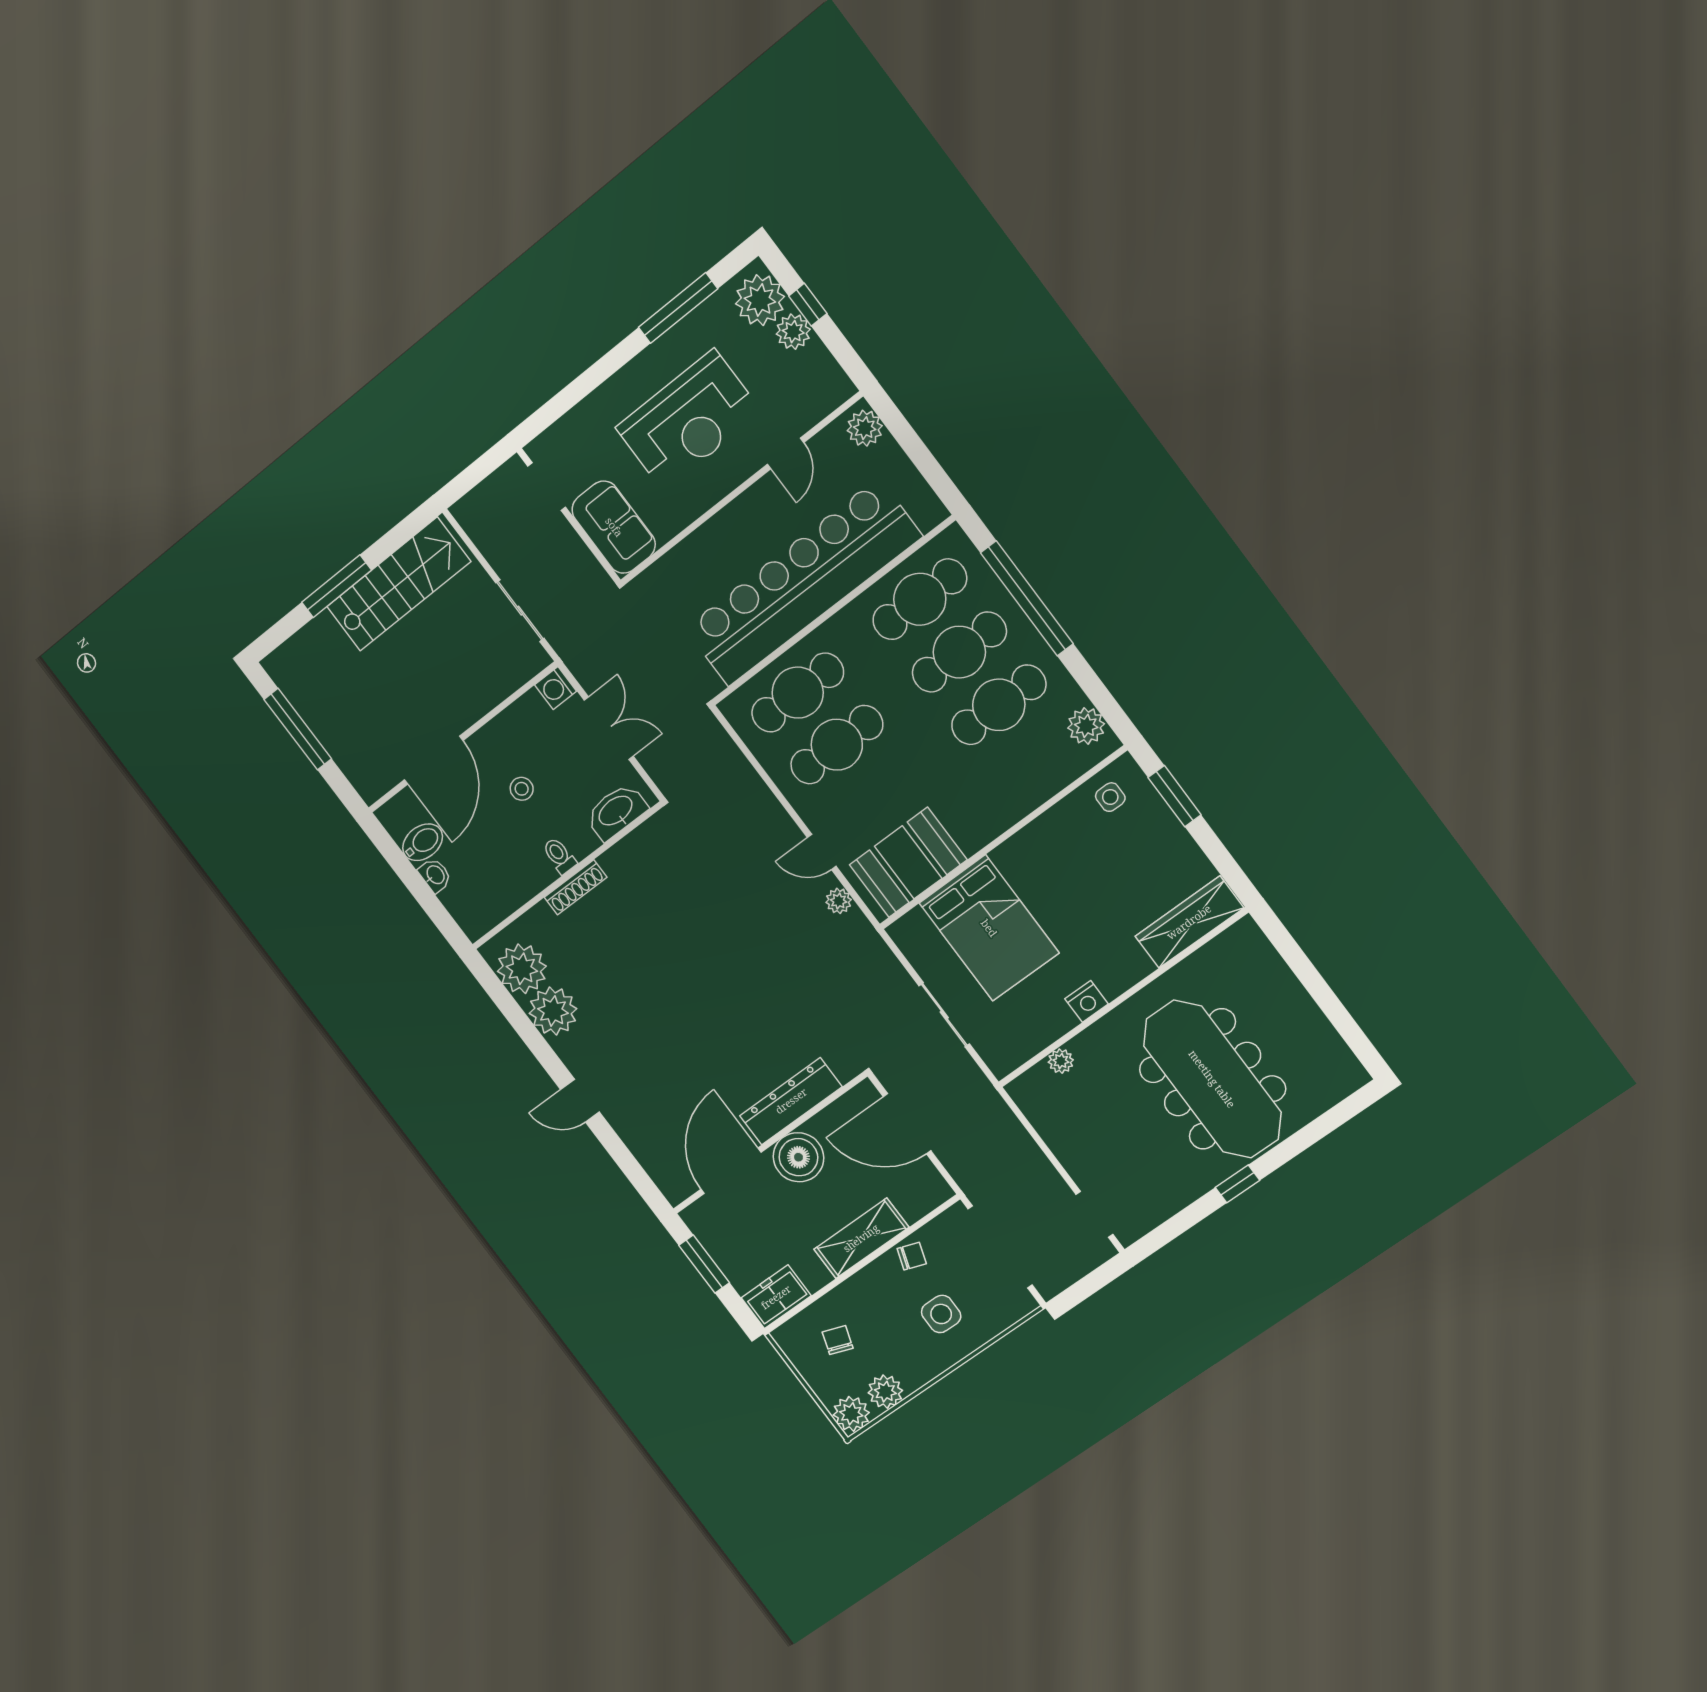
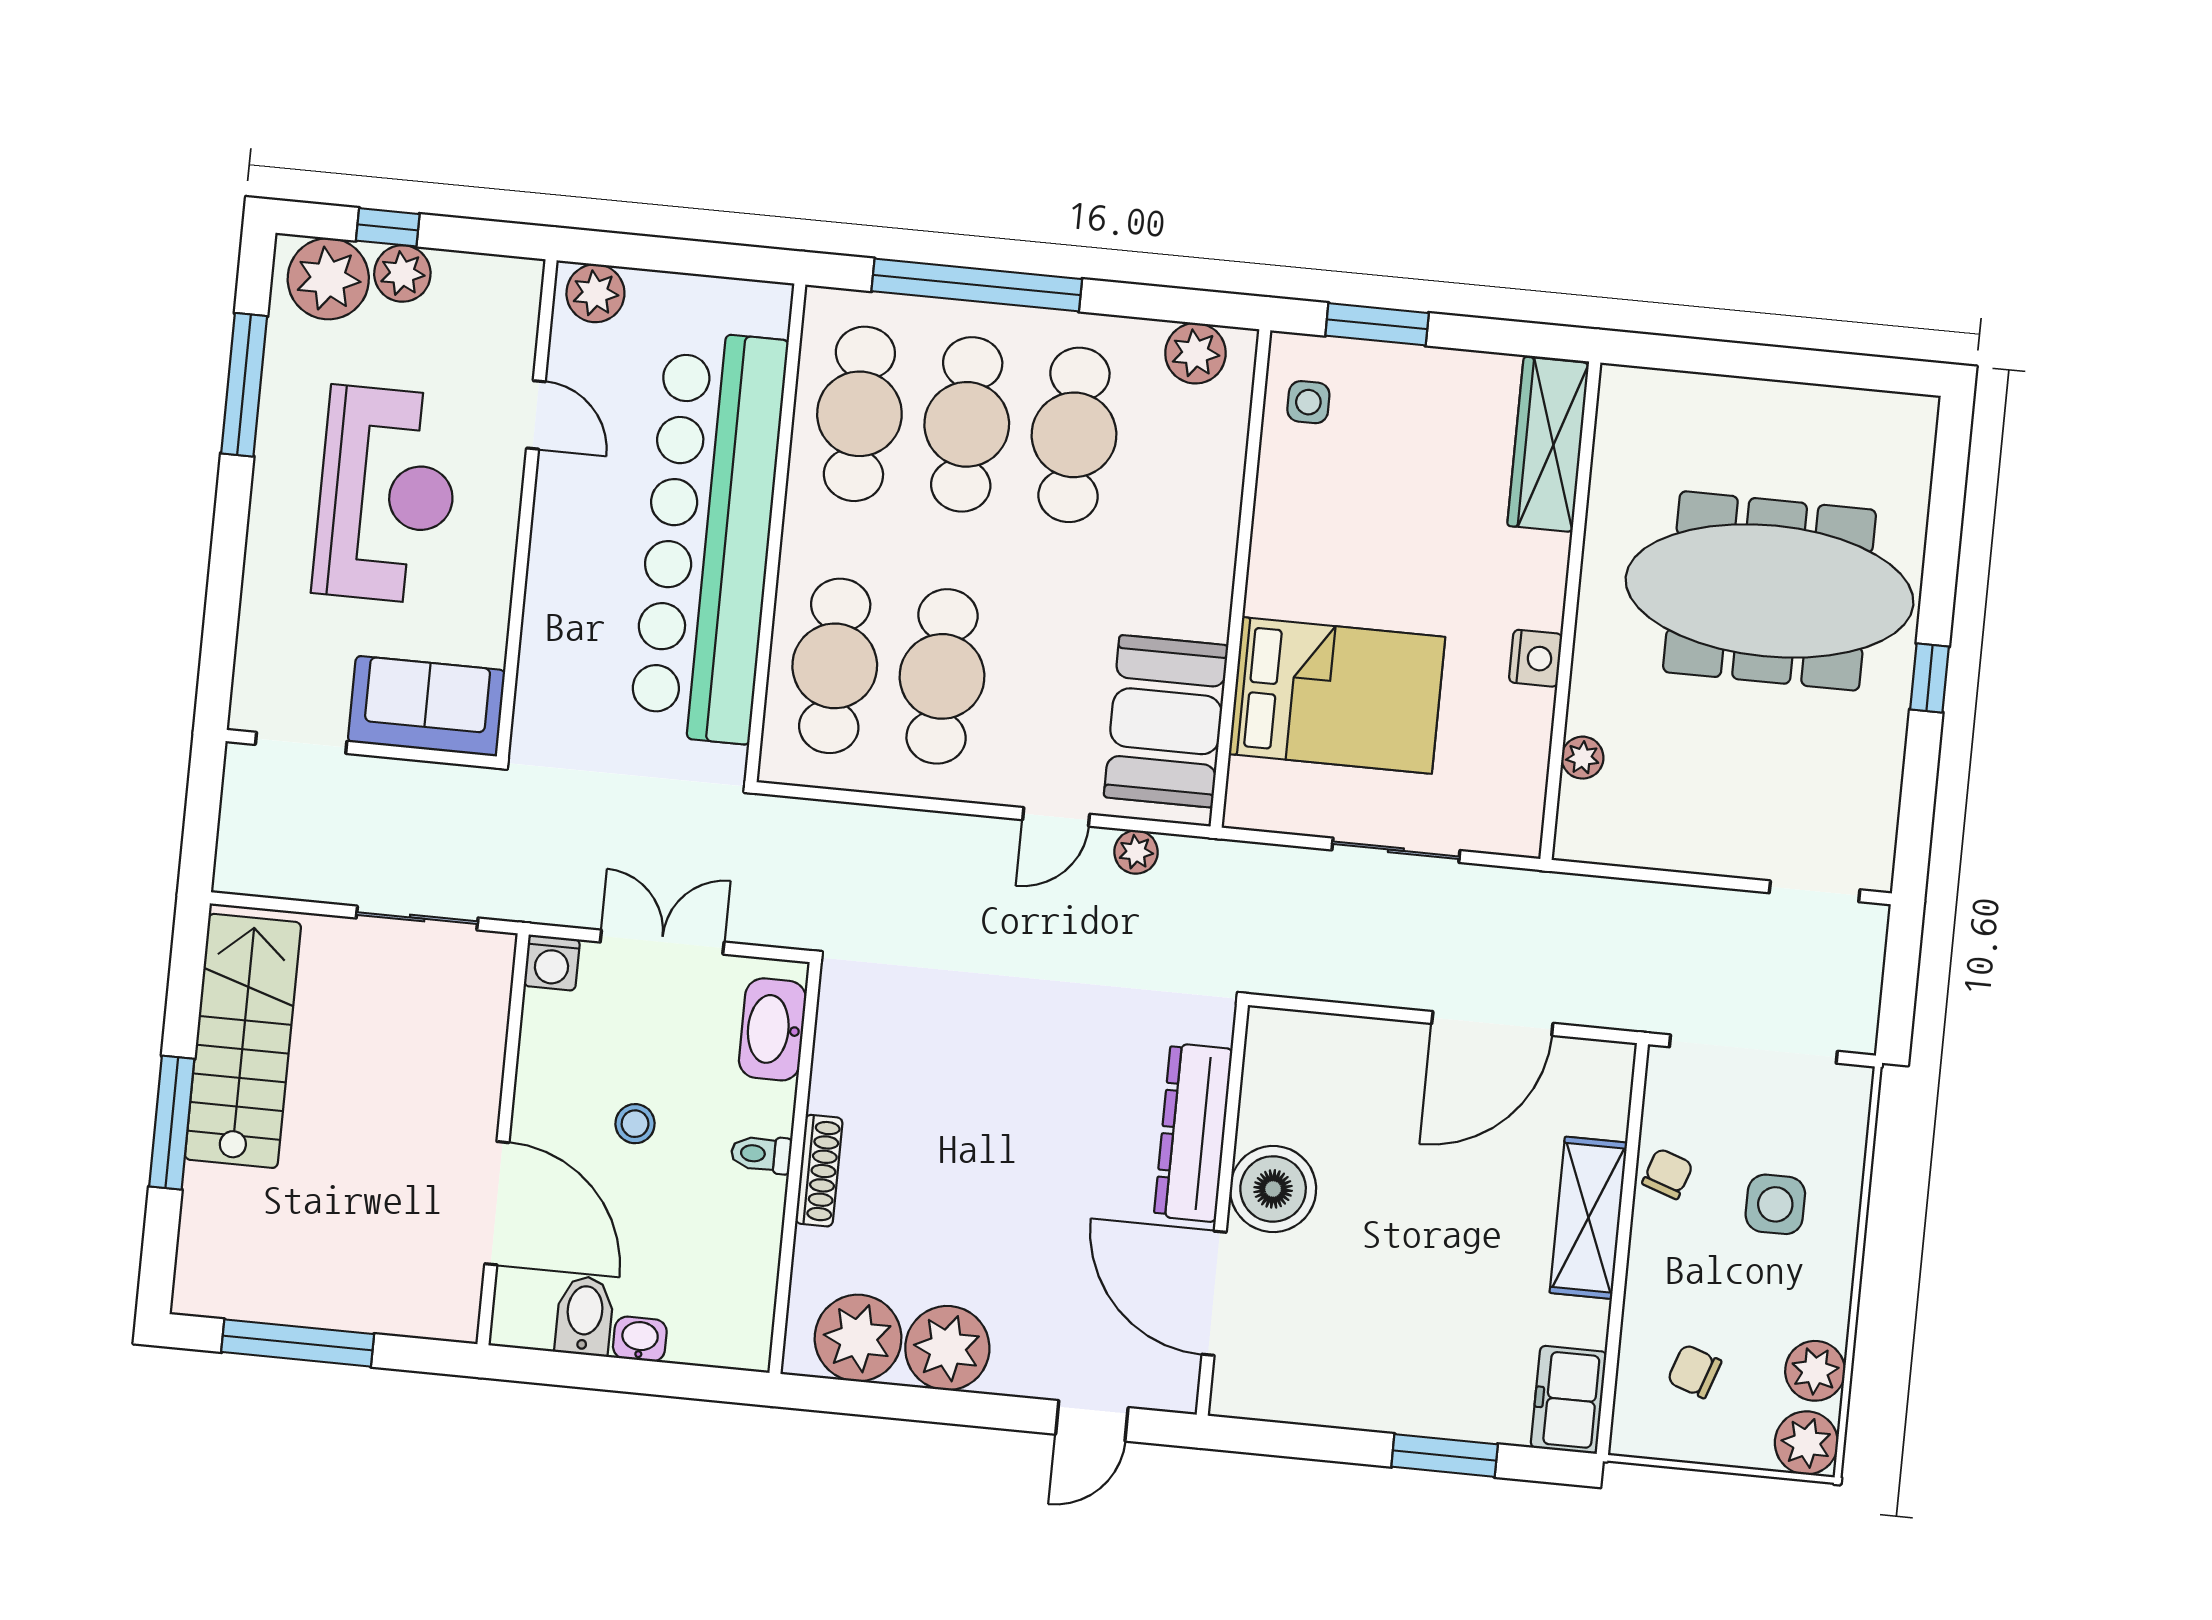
dresser: (791, 1101) -> (1193, 1133), moved
wall: (769, 1143) -> (1222, 1210), moved
boiler: (798, 1157) -> (1273, 1189), moved
door: (731, 1171) -> (1214, 1293), moved

